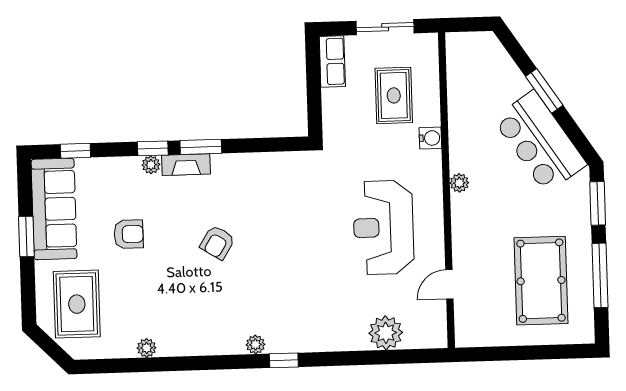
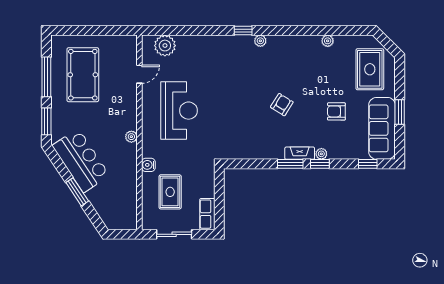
plant: (386, 333) -> (165, 46), moved

